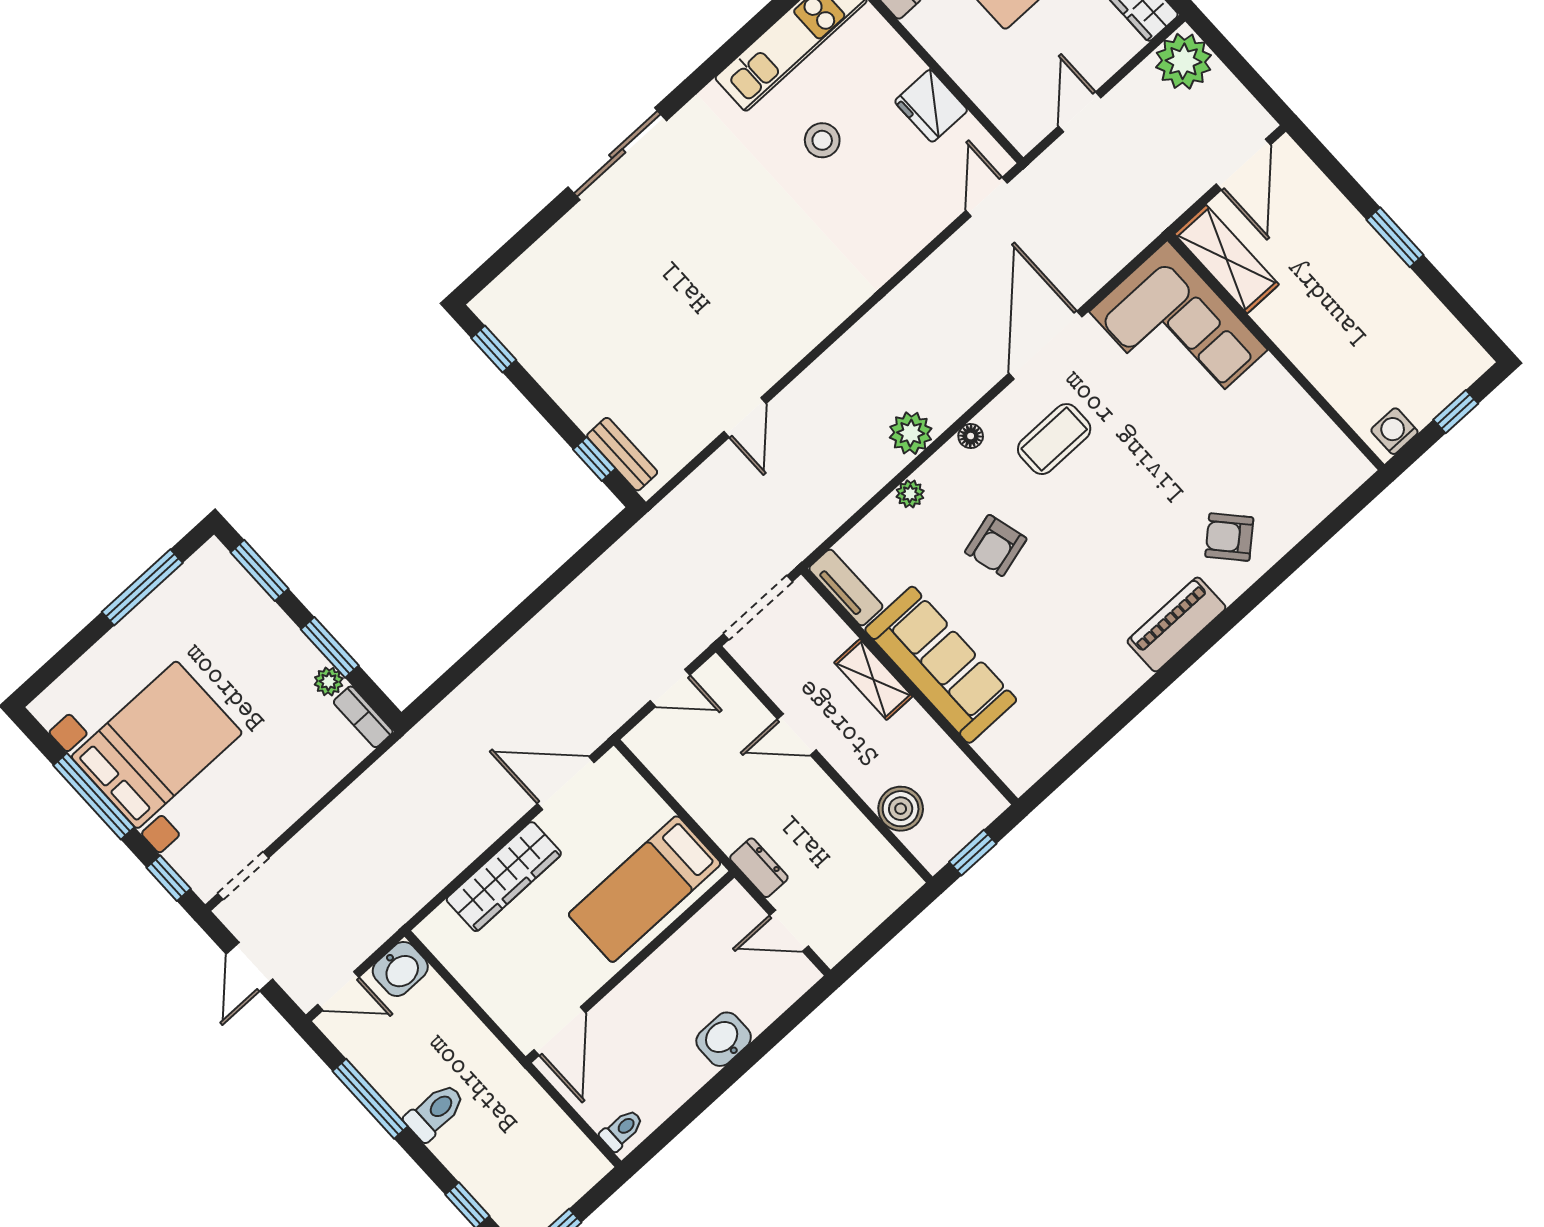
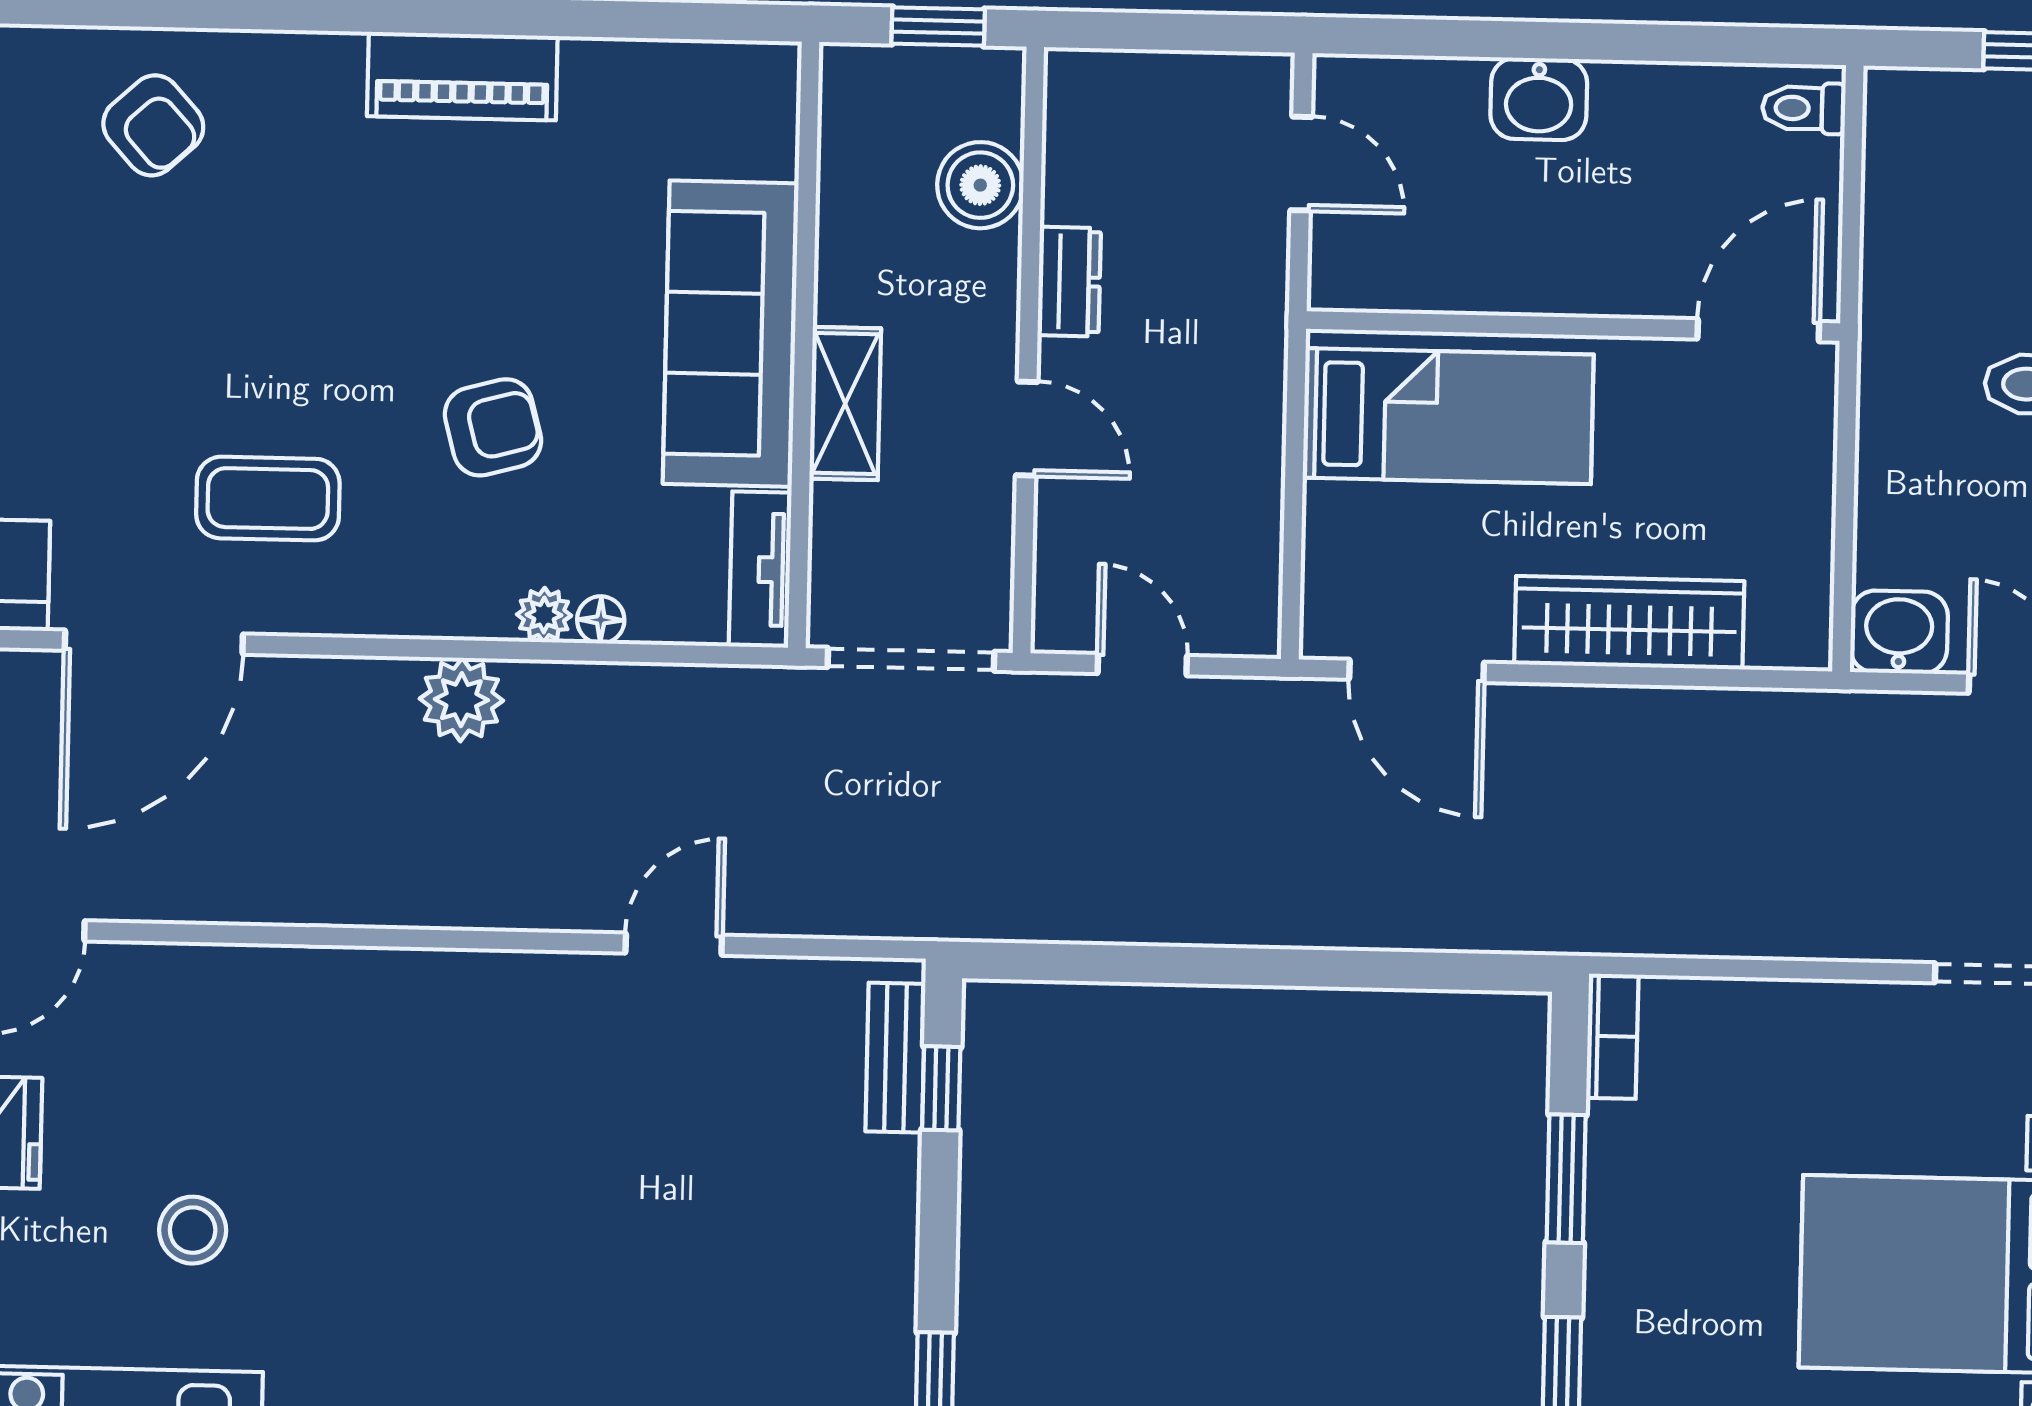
floor lamp: (971, 436) -> (601, 620), moved
piano: (1177, 624) -> (462, 76), moved
plant: (329, 681) -> (1613, 1132), removed
dresser: (759, 868) -> (1069, 282), moved, turned 180

